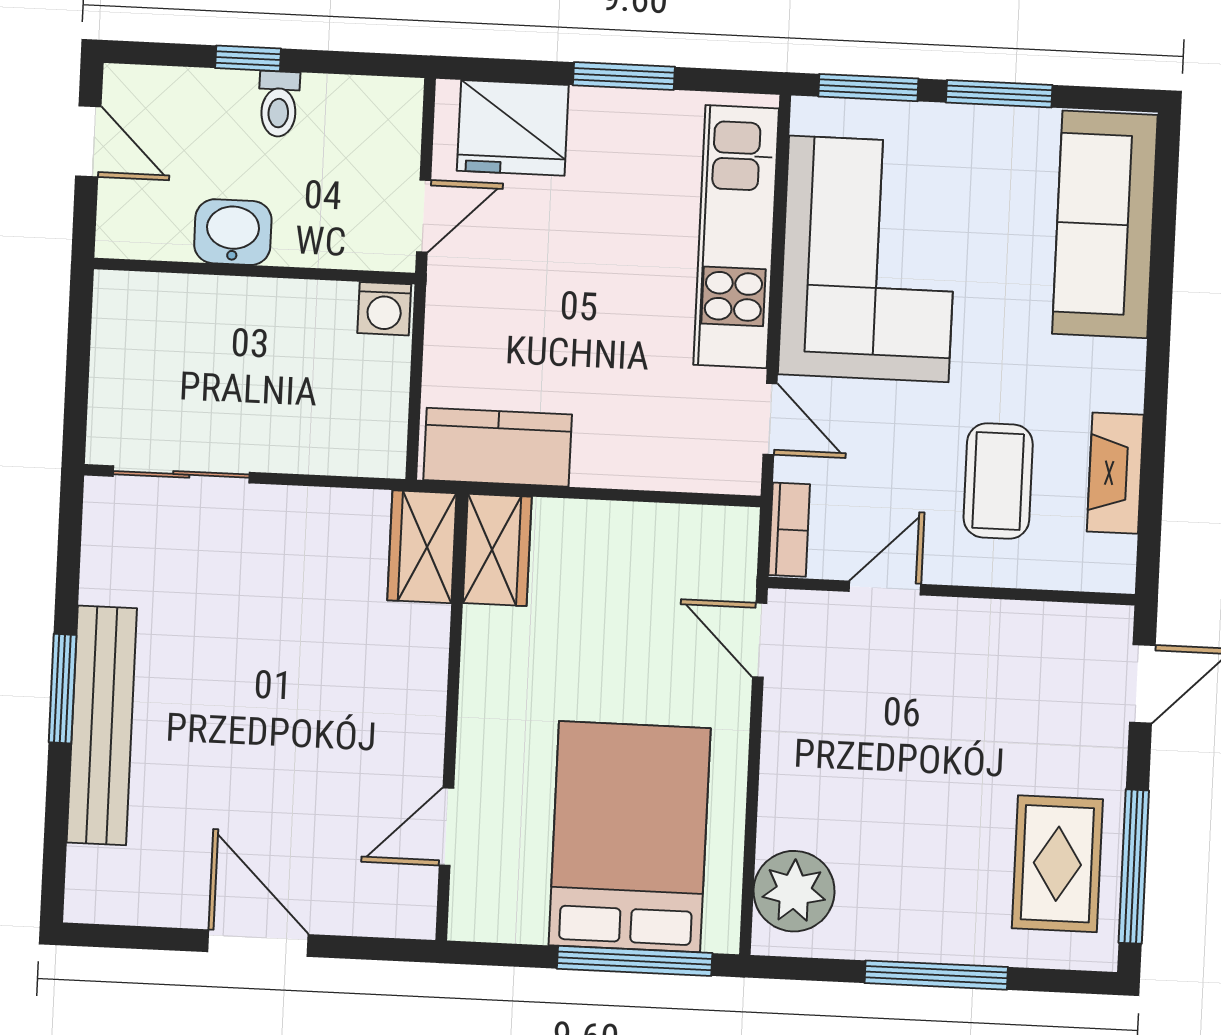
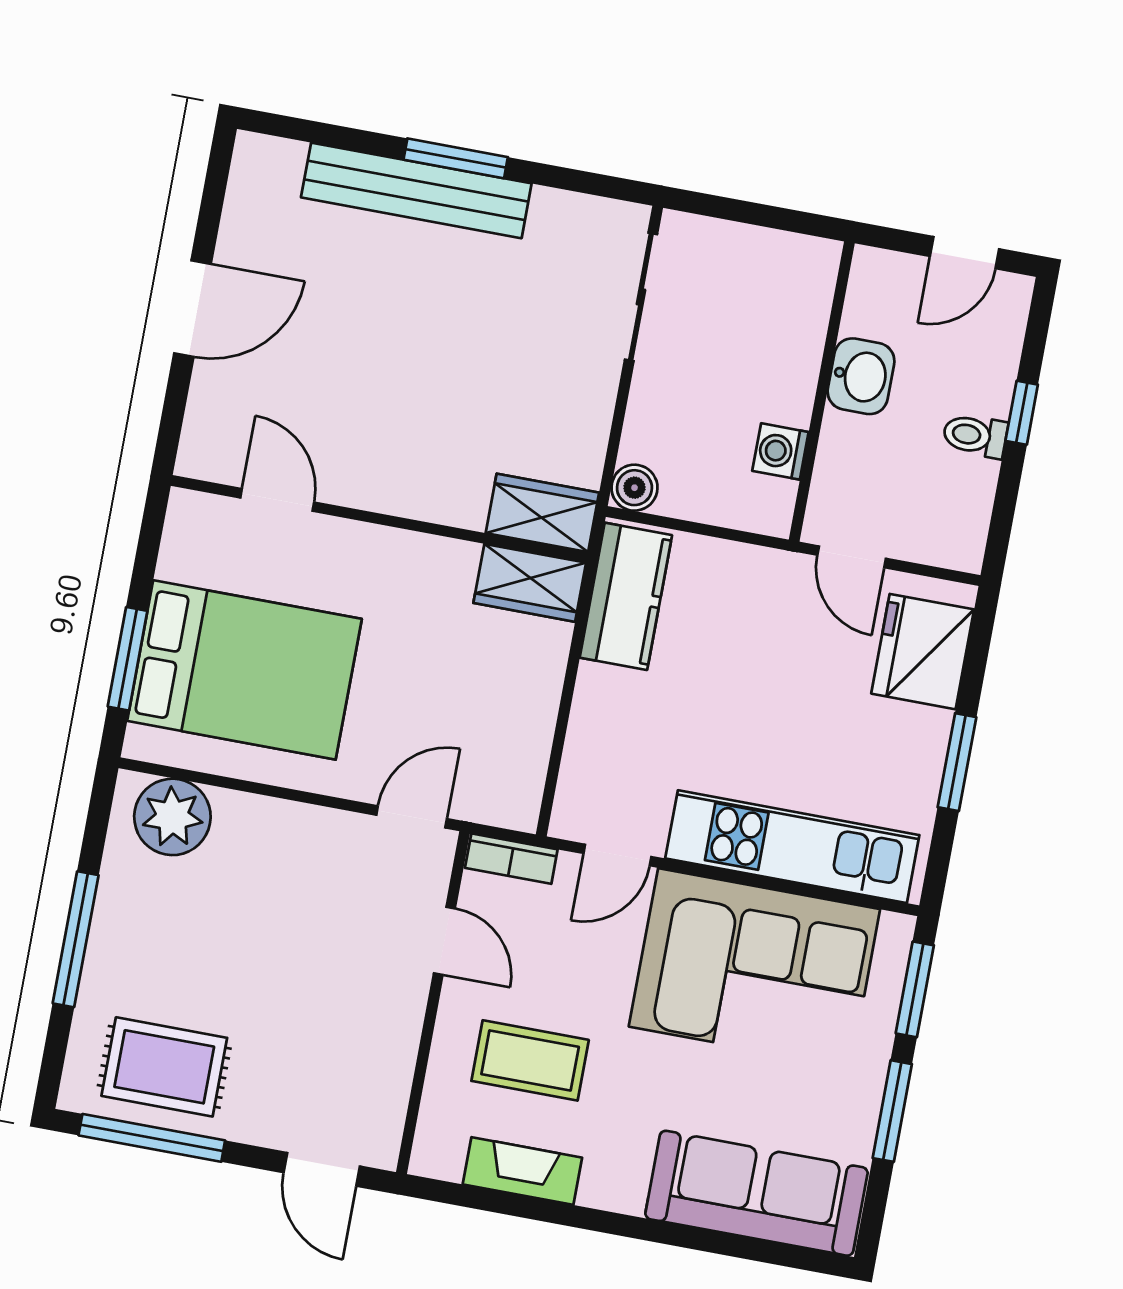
washing machine: (384, 309) -> (780, 451), moved
boiler: (382, 454) -> (634, 488), added
window: (635, 961) -> (128, 659), width x0.69

